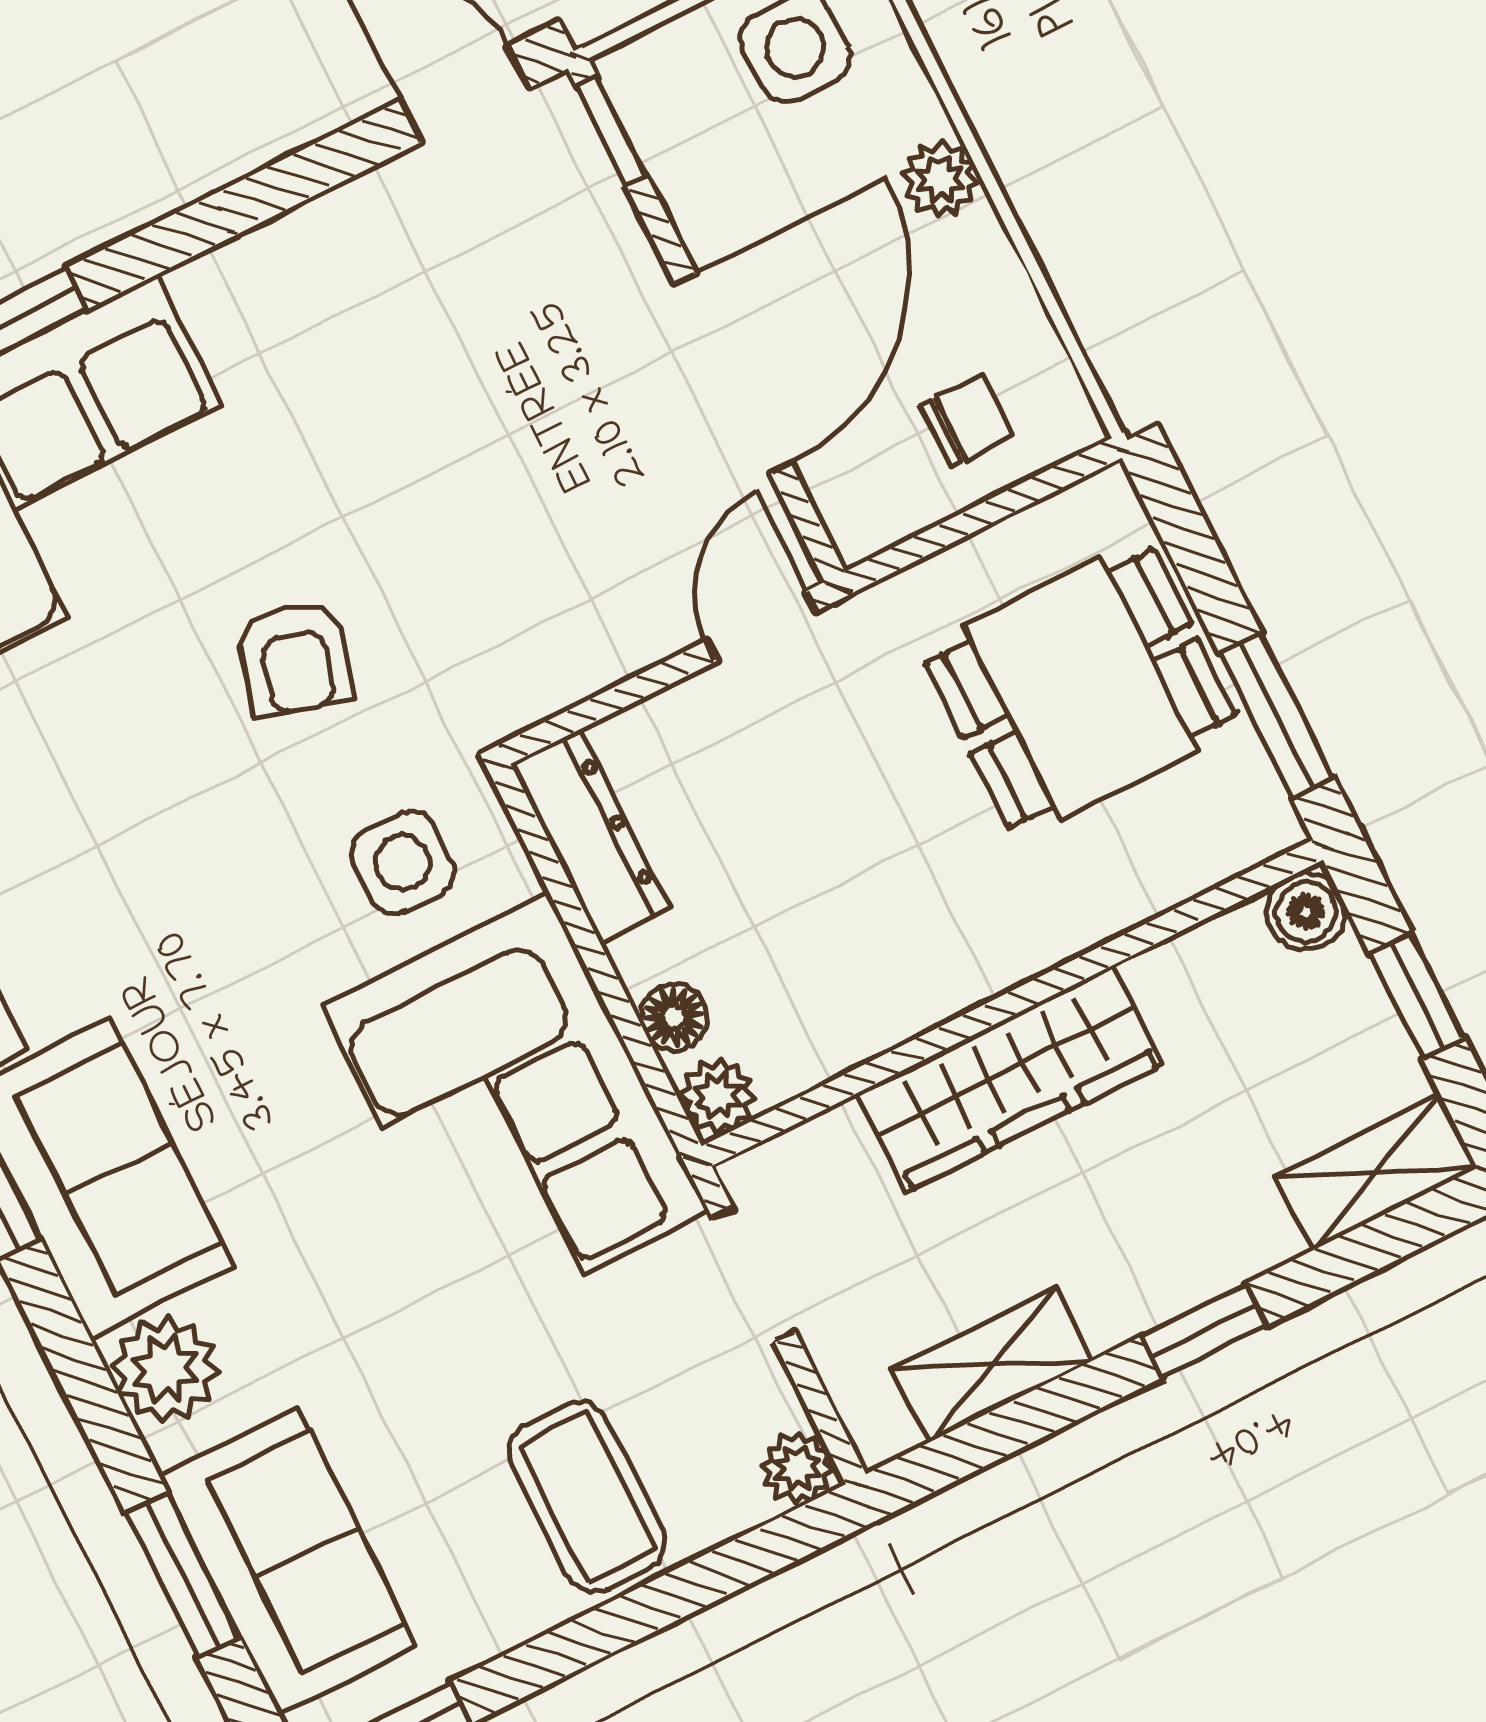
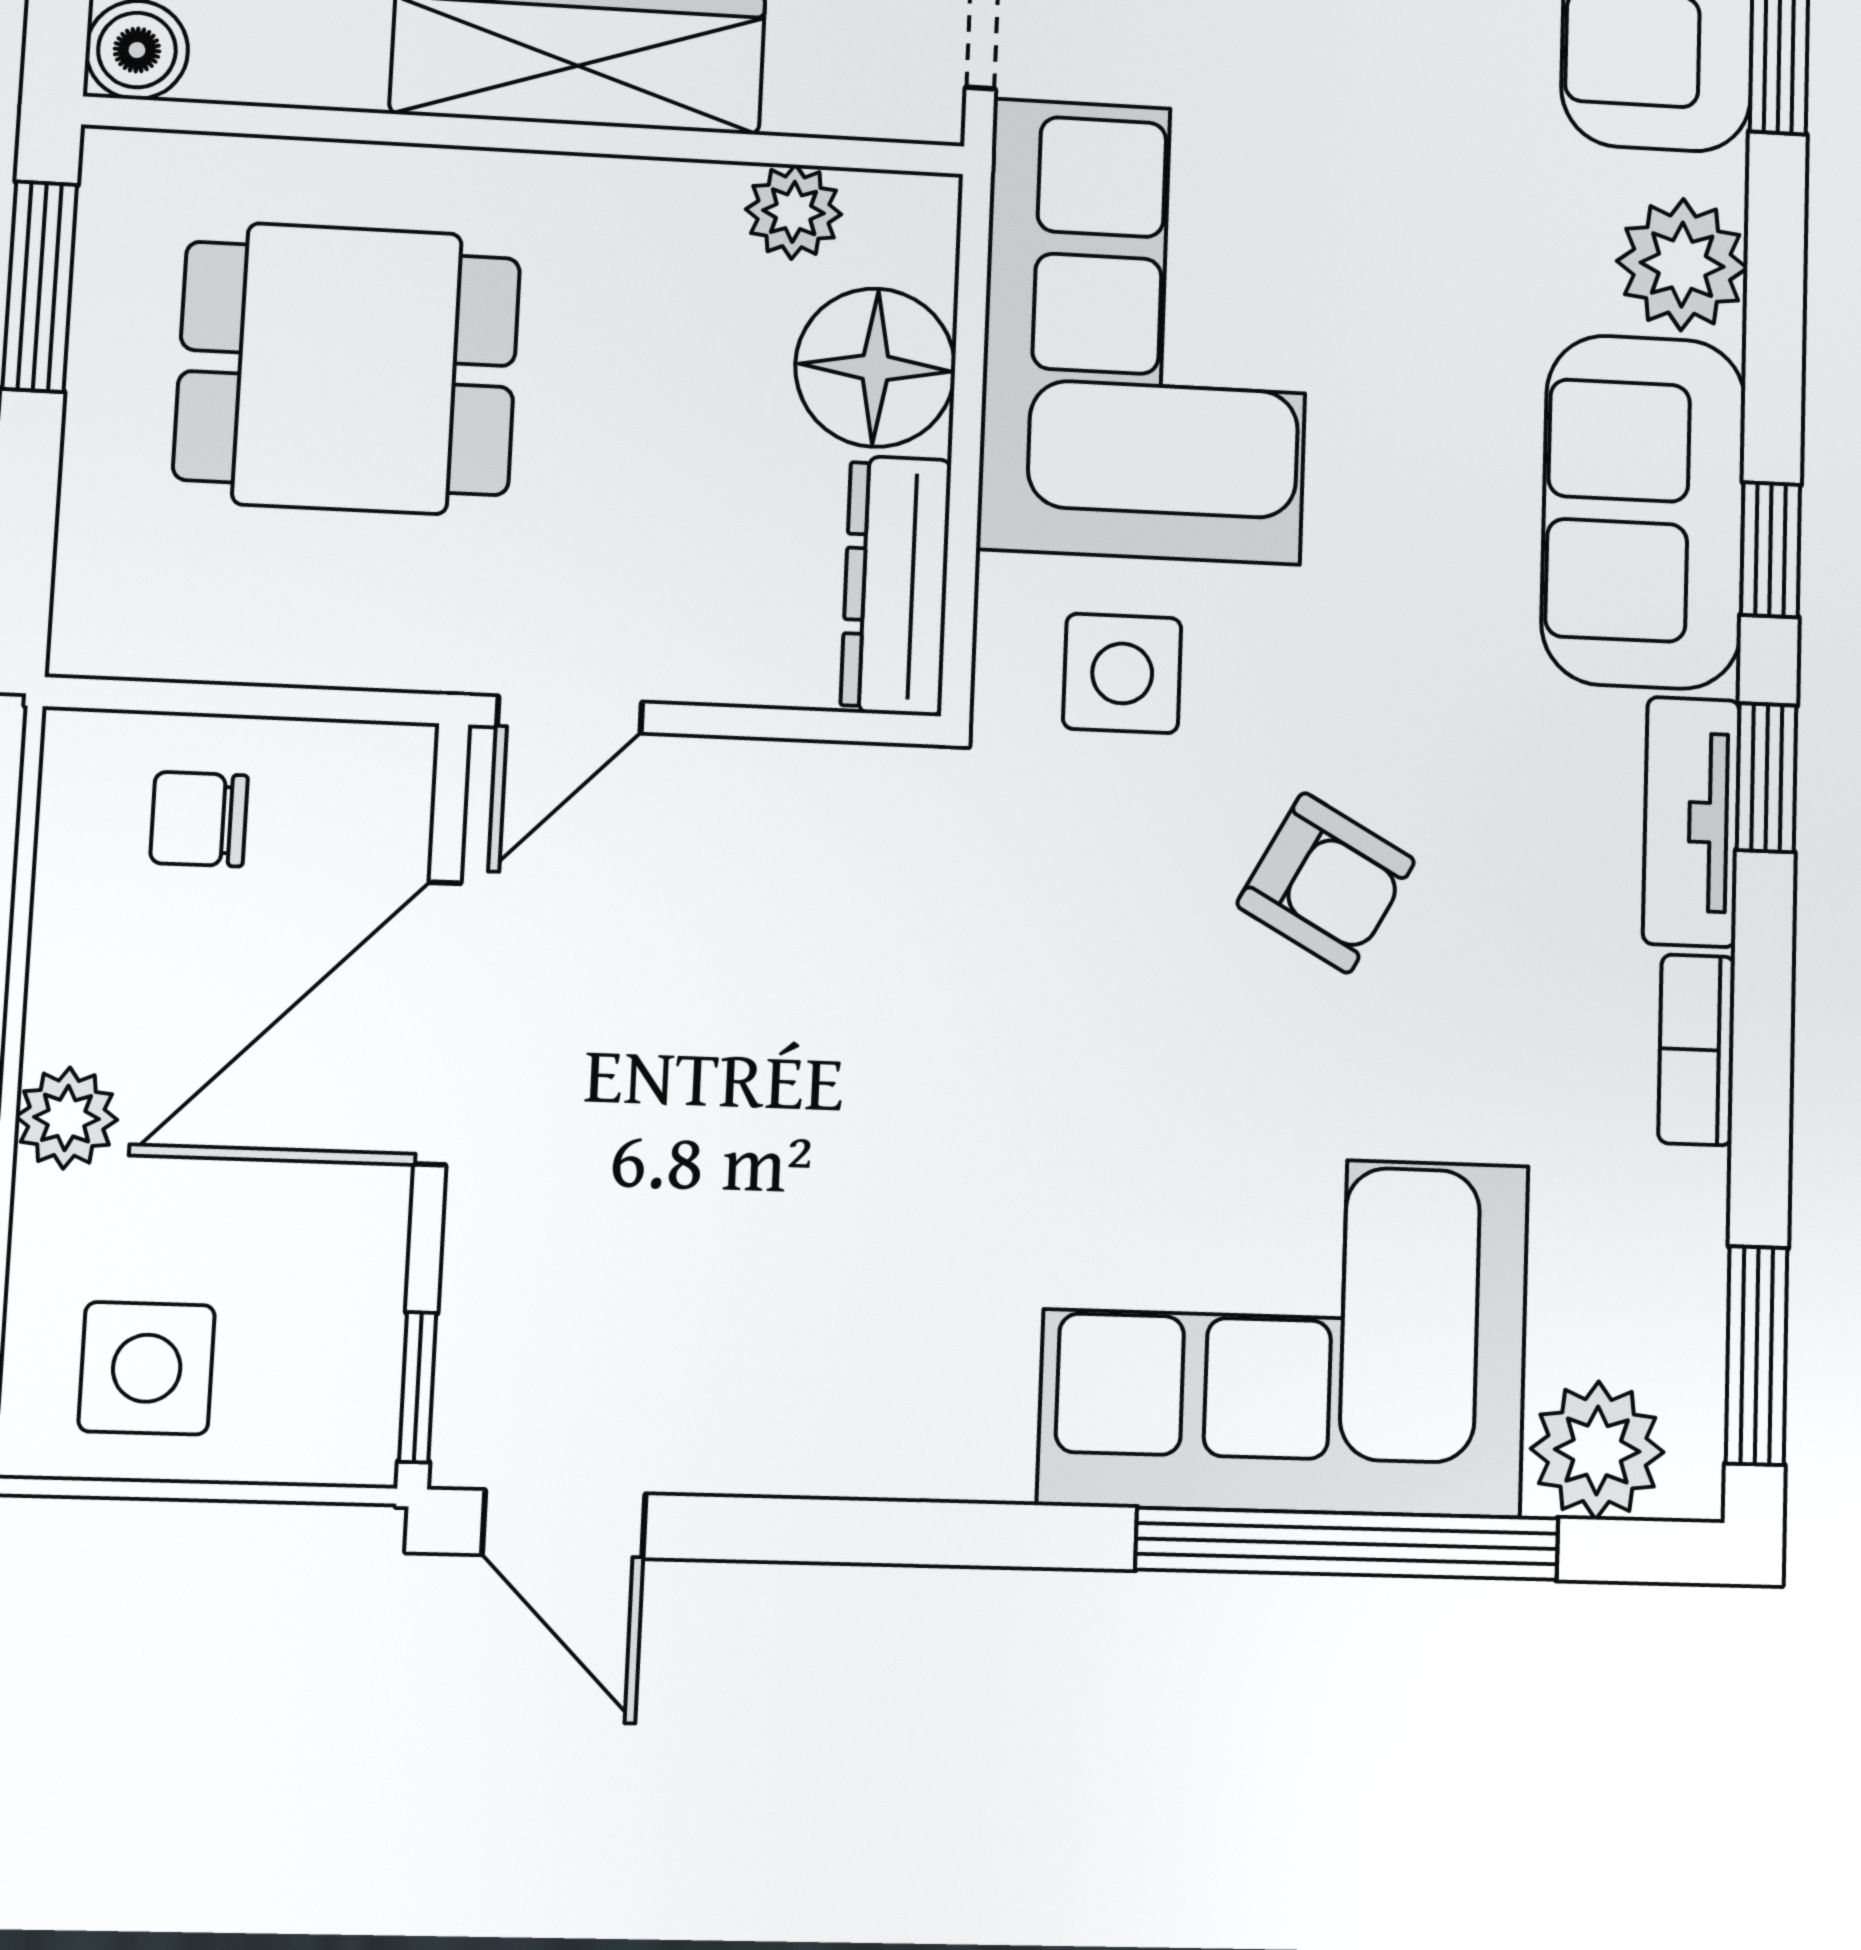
armchair: (296, 658) -> (1326, 883), moved, turned 103
dining table: (1081, 689) -> (347, 368), moved
floor lamp: (674, 1017) -> (875, 368), width x1.89, depth x1.89
plant: (718, 1096) -> (794, 212), moved

